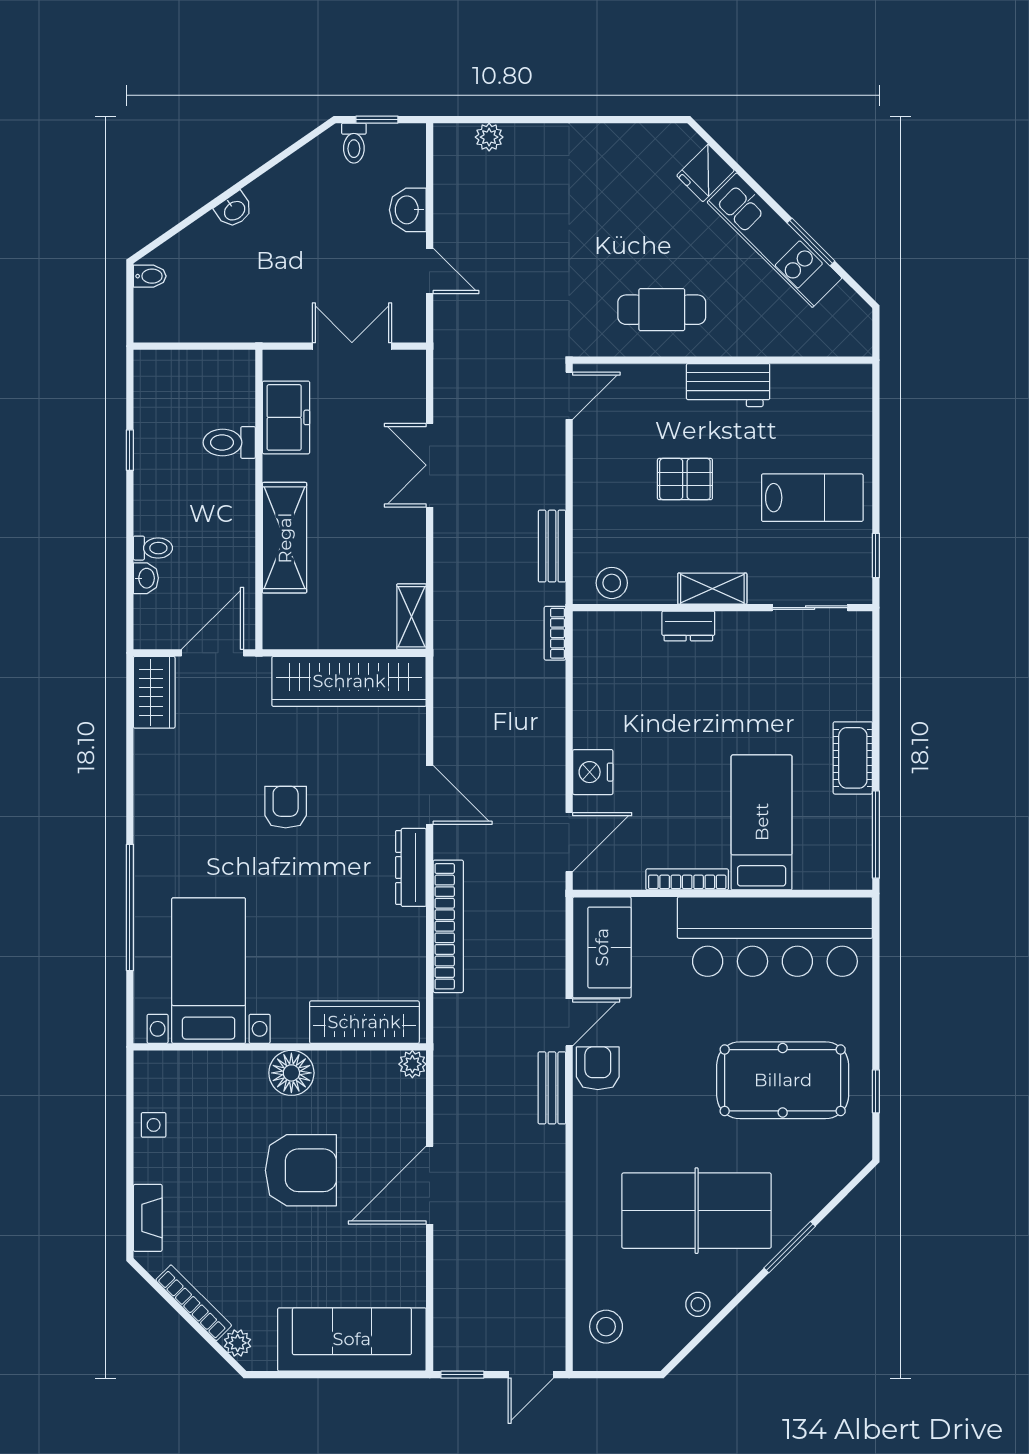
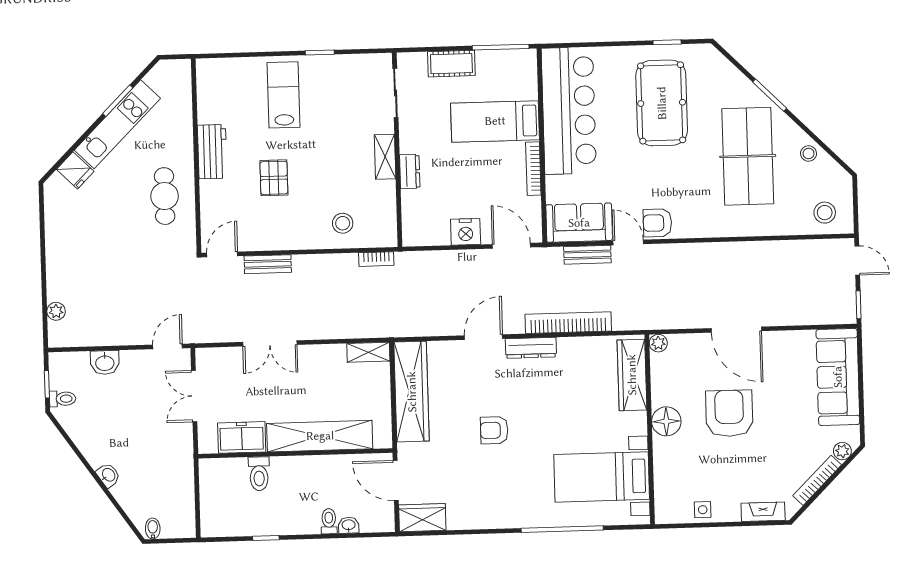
door: (430, 271) -> (168, 346), moved
door: (569, 396) -> (222, 254), hinge flipped
shelving: (285, 538) -> (320, 436), width x1.47
bench: (552, 546) -> (268, 264), moved
shelving: (712, 589) -> (385, 157), moved
wall: (723, 608) -> (397, 150), moved
sliding door: (810, 608) -> (395, 93), moved
dresser: (688, 626) -> (410, 172), moved
bench: (552, 1088) -> (587, 255), moved

